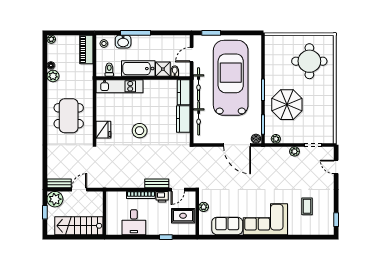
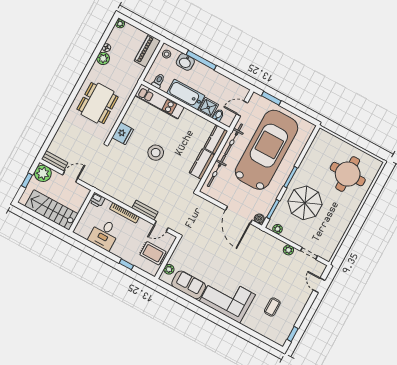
printer: (162, 197) -> (97, 200), moved
plant: (204, 207) -> (169, 269), moved

